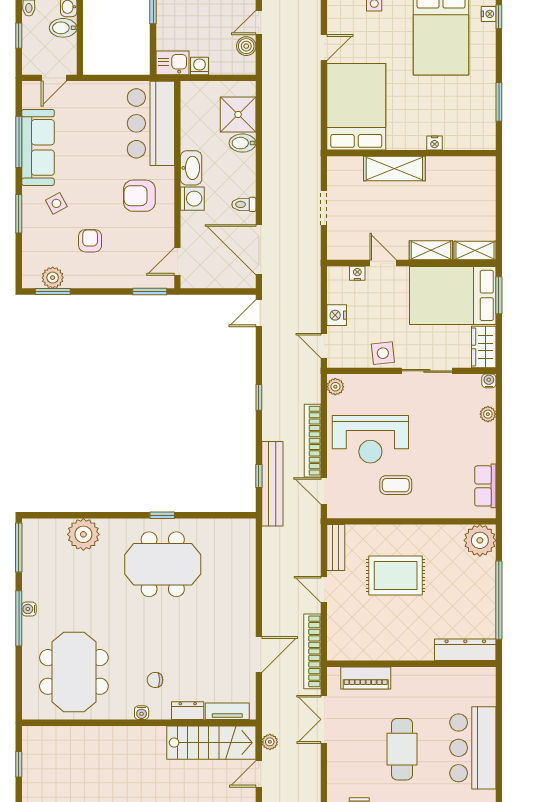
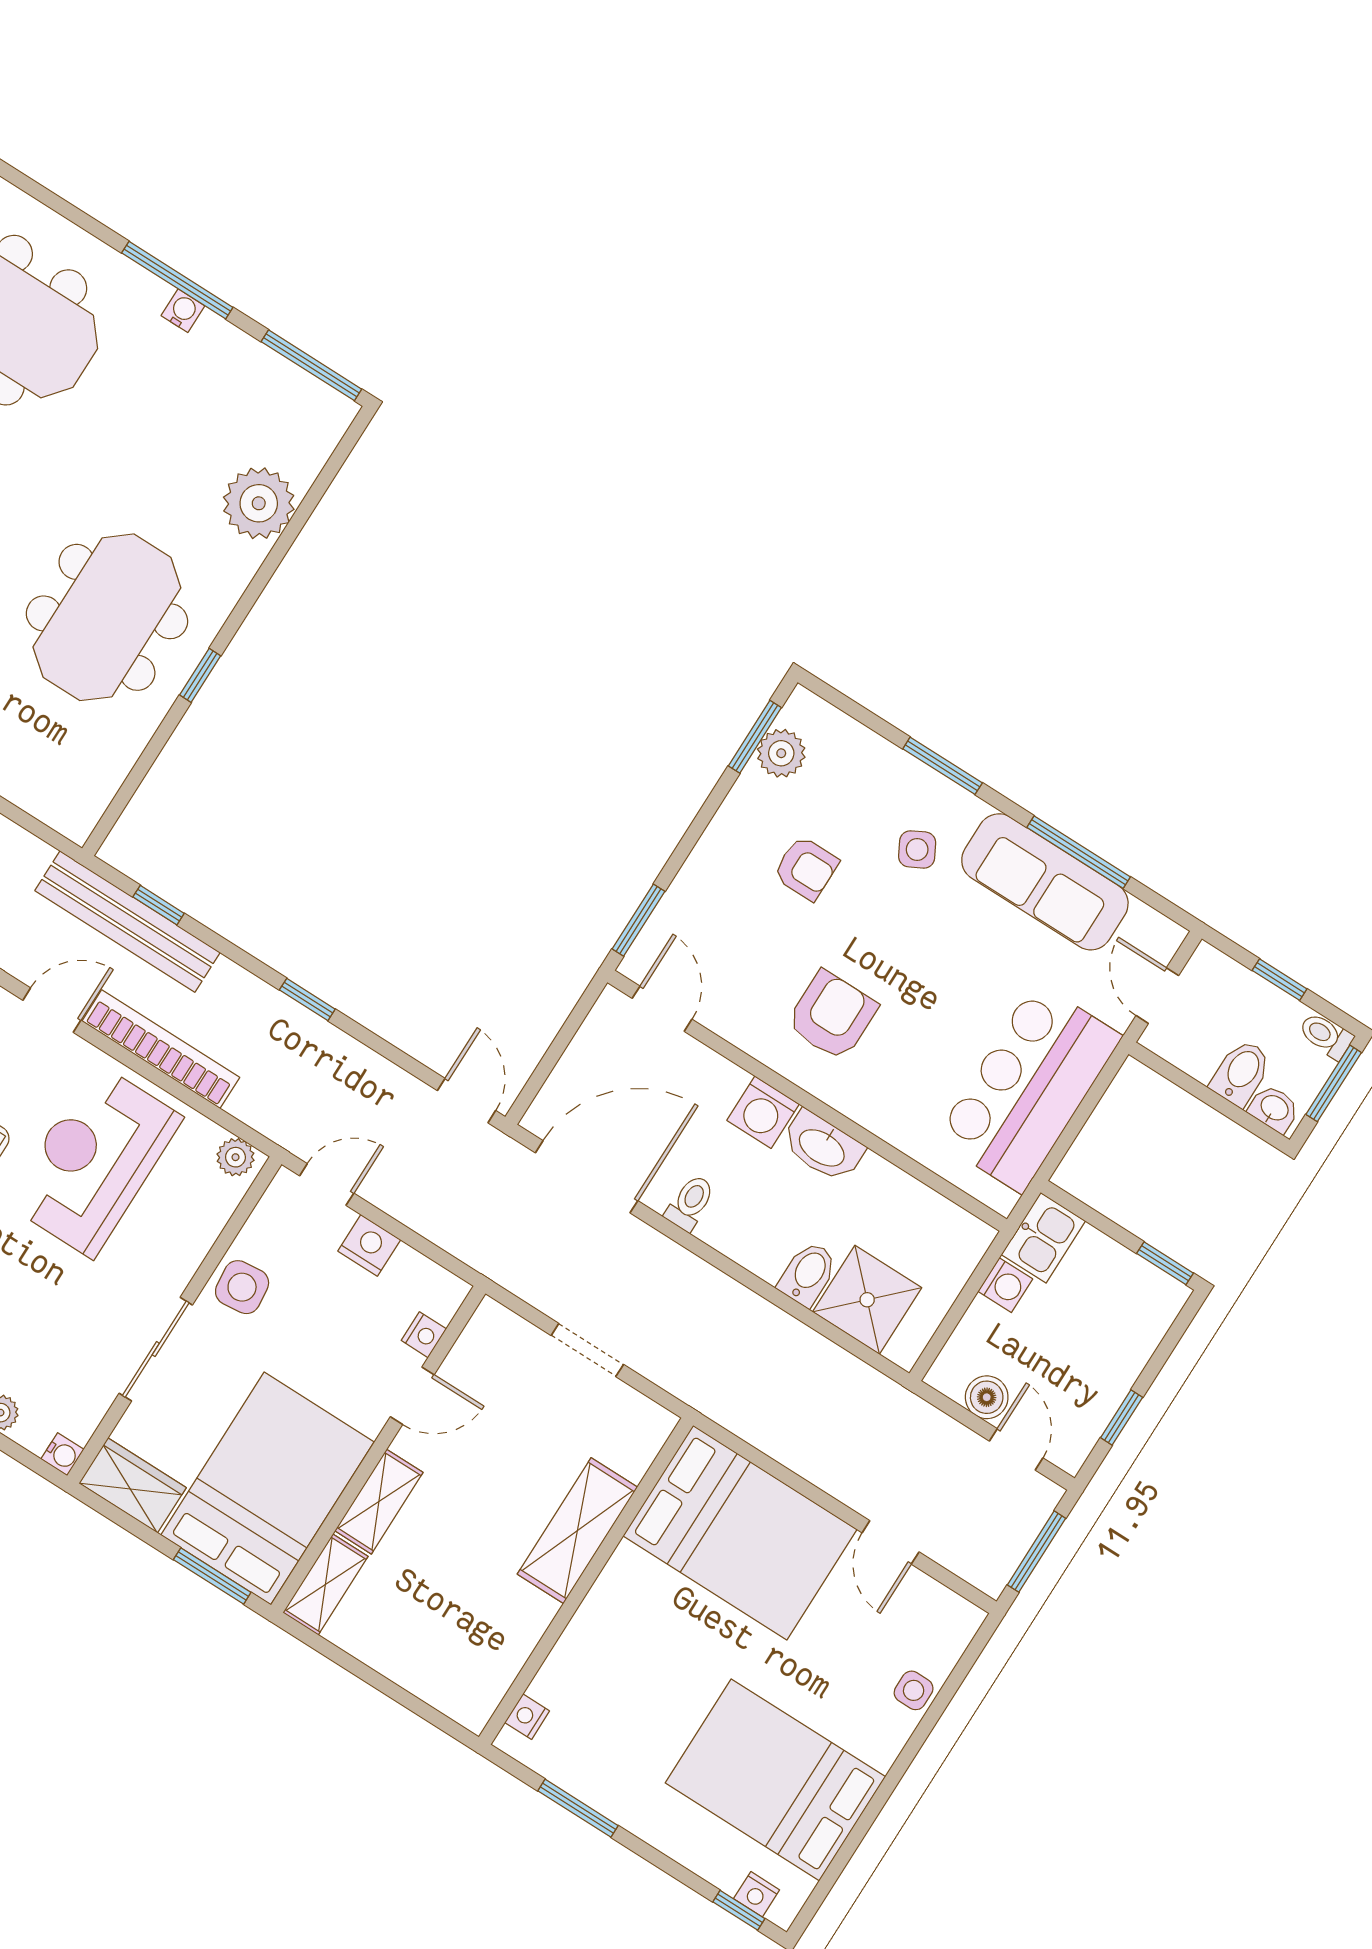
bar counter: (151, 123) -> (1029, 1088), moved, turned -90
nightstand: (435, 143) -> (527, 1717), moved

